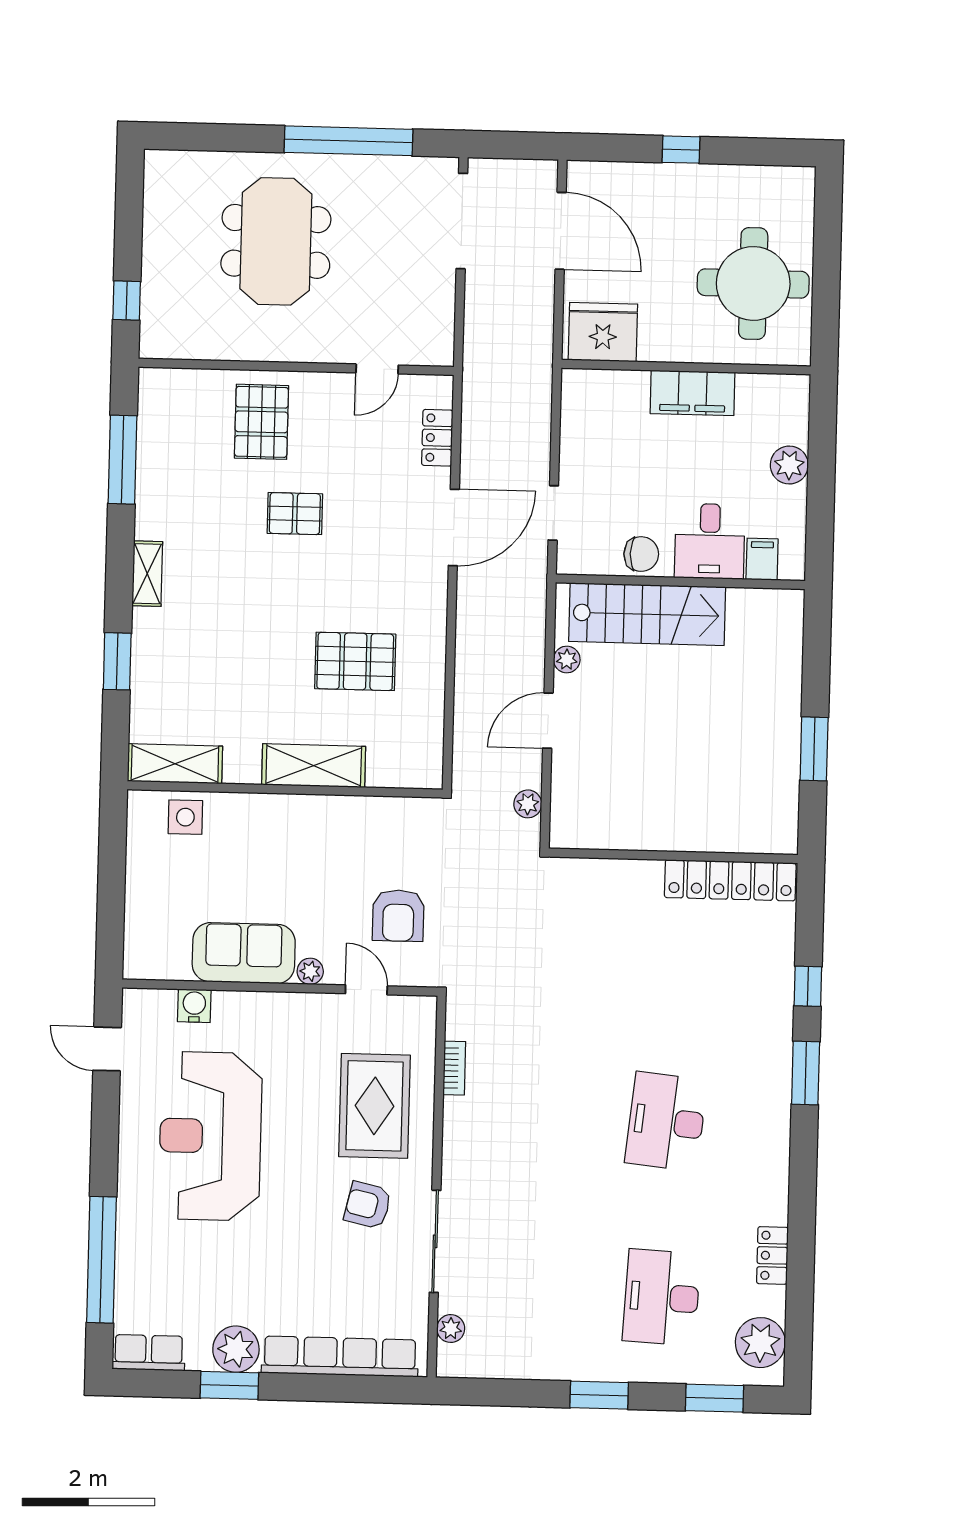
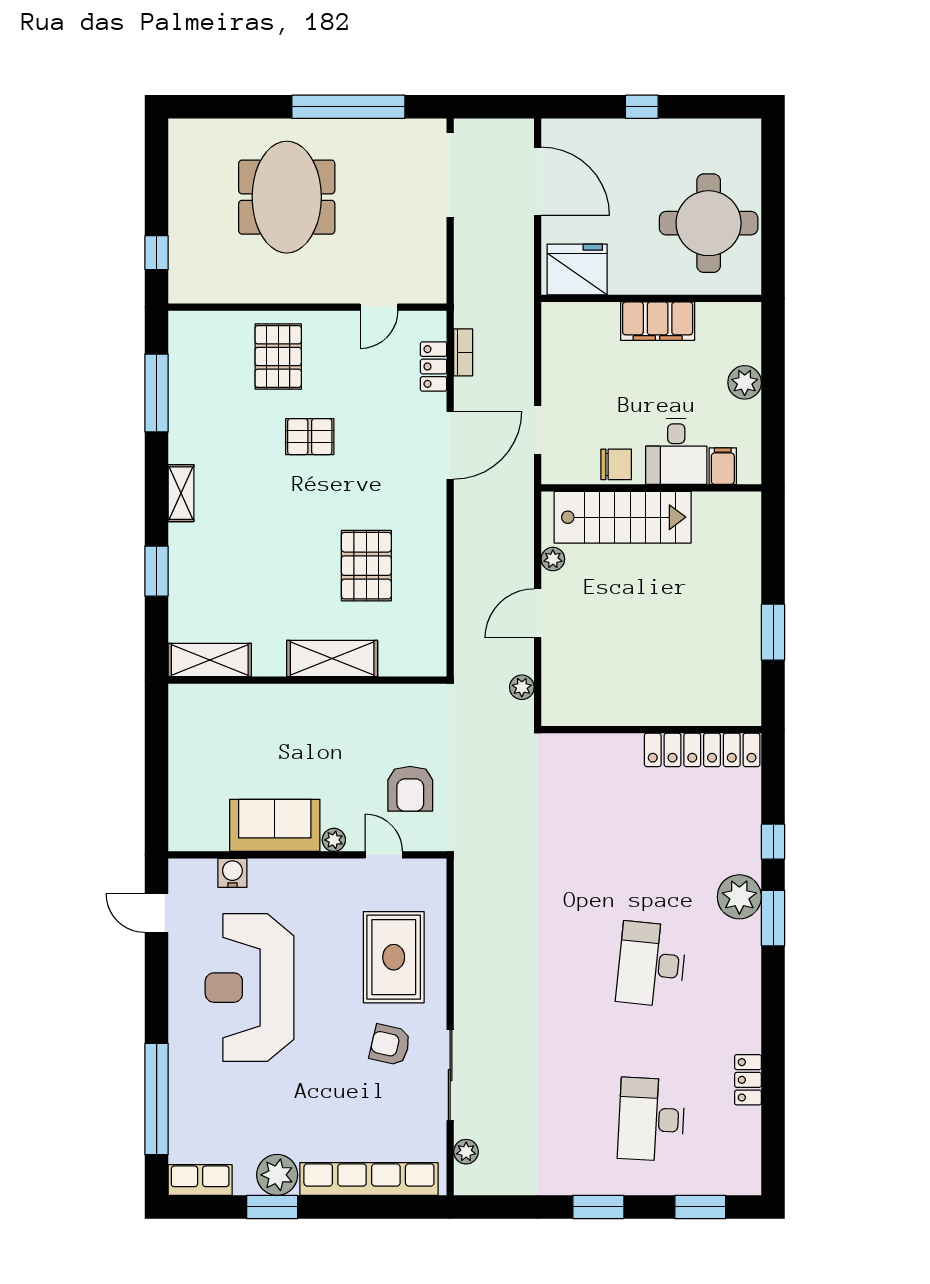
pallet: (355, 661) -> (366, 566), turned 90
side table: (185, 817) -> (220, 707), removed
bookcase: (454, 1068) -> (463, 352), moved
plant: (760, 1343) -> (739, 897), moved

